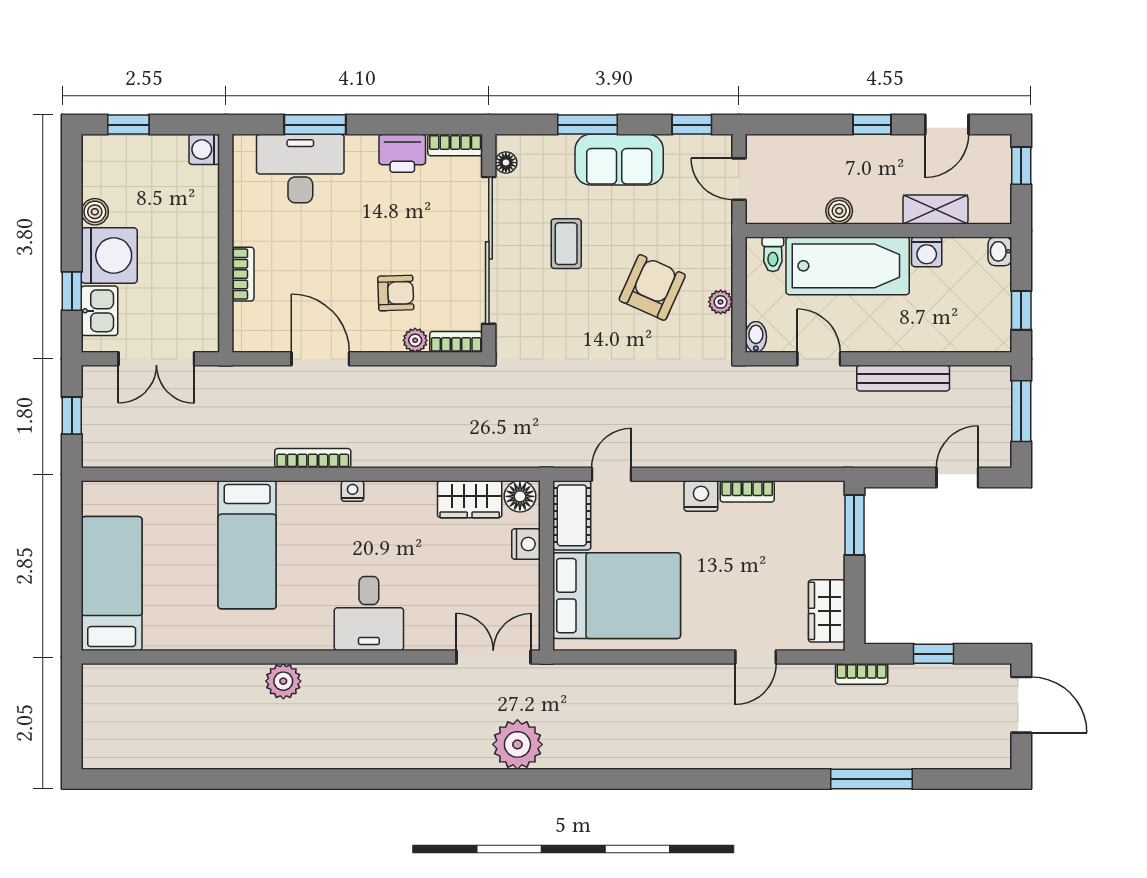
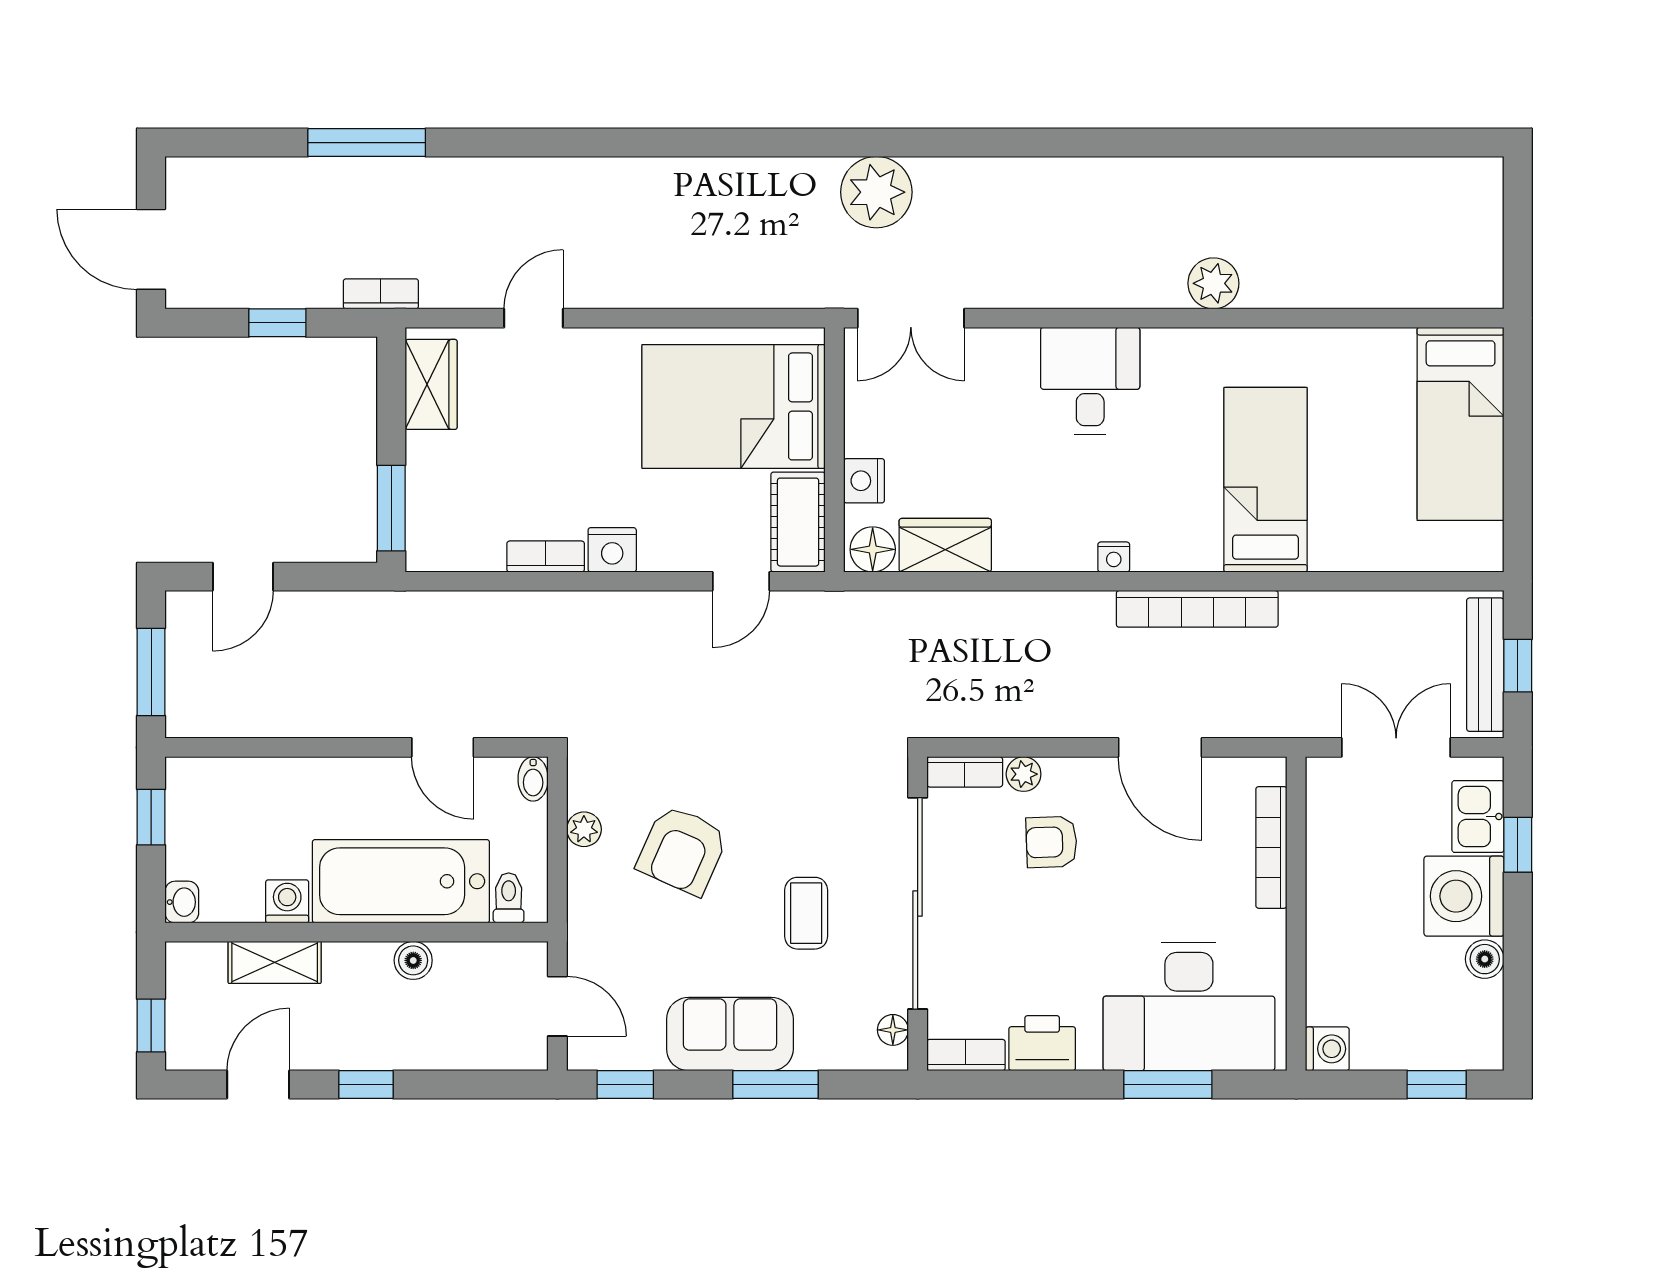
desk: (300, 169) -> (1189, 1006), width x1.36, depth x1.30
bookcase: (243, 274) -> (1271, 847), width x1.56
bench: (903, 378) -> (1485, 665), moved, turned 90
bookcase: (313, 458) -> (1197, 609), width x1.48, depth x1.31

